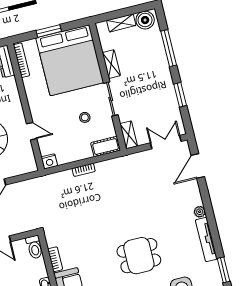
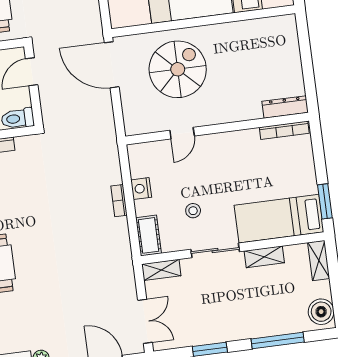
shelving: (121, 23) -> (319, 261), moved
window: (49, 31) -> (325, 201), moved
bed: (70, 60) -> (279, 219), width x0.49
nightstand: (49, 161) -> (141, 189), moved

